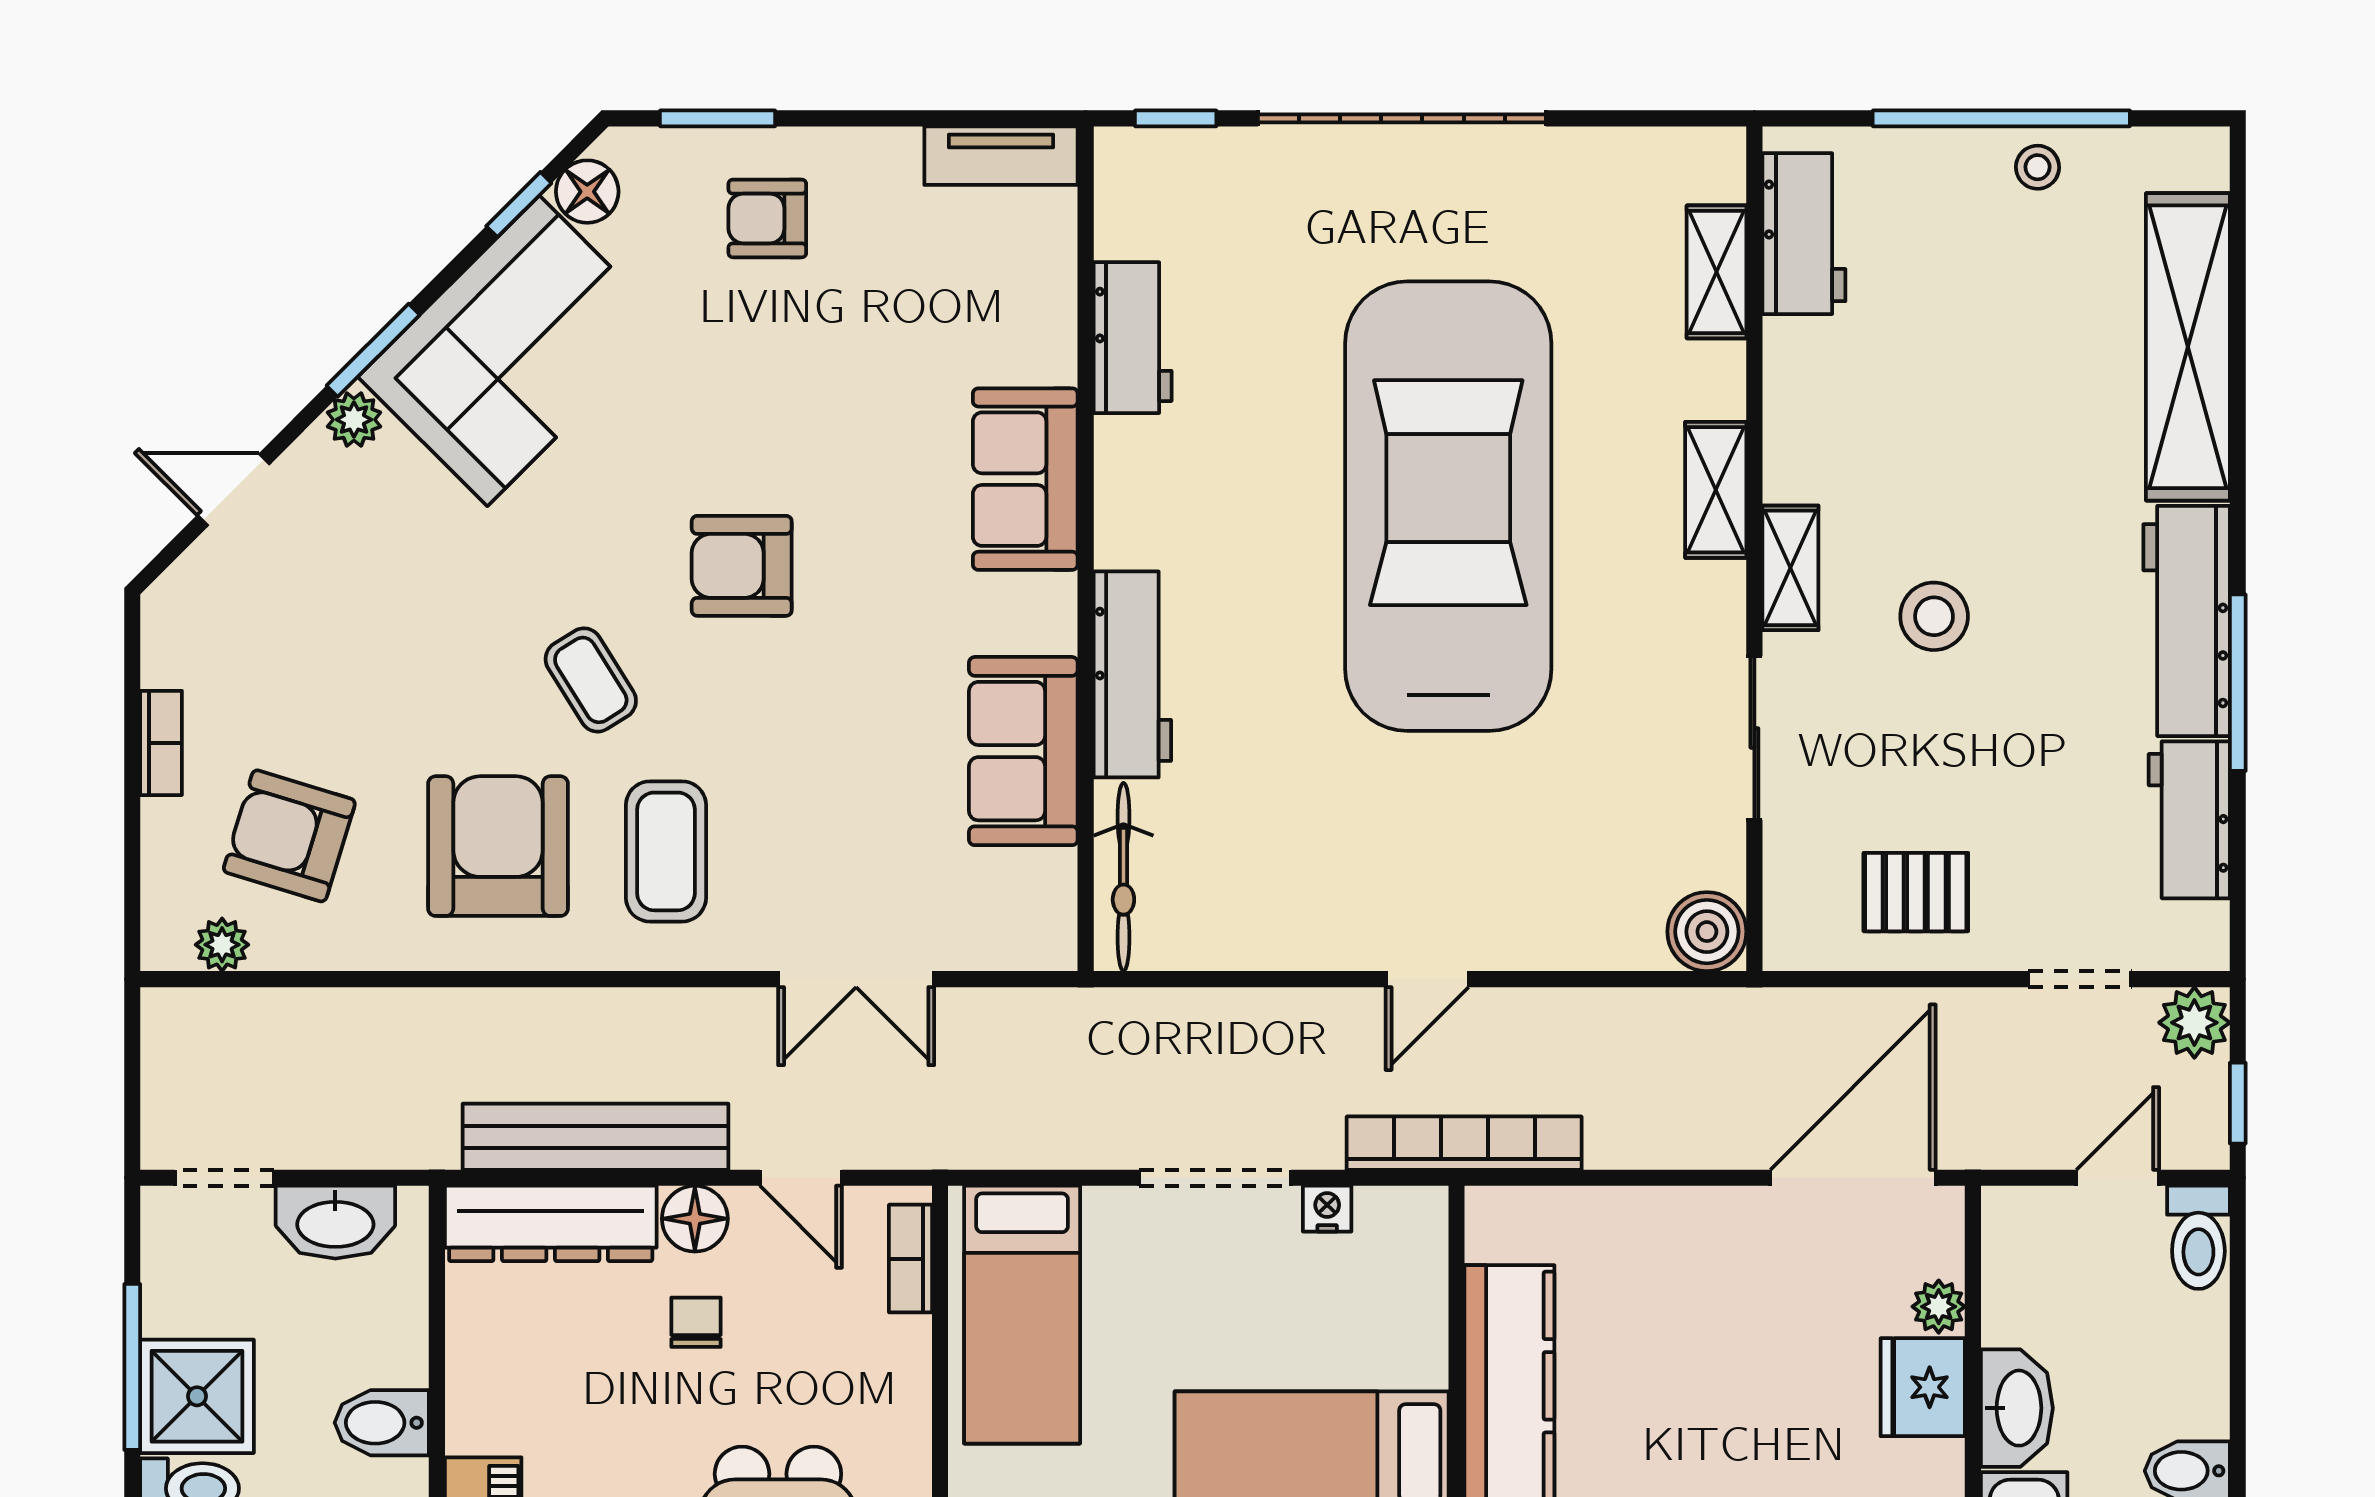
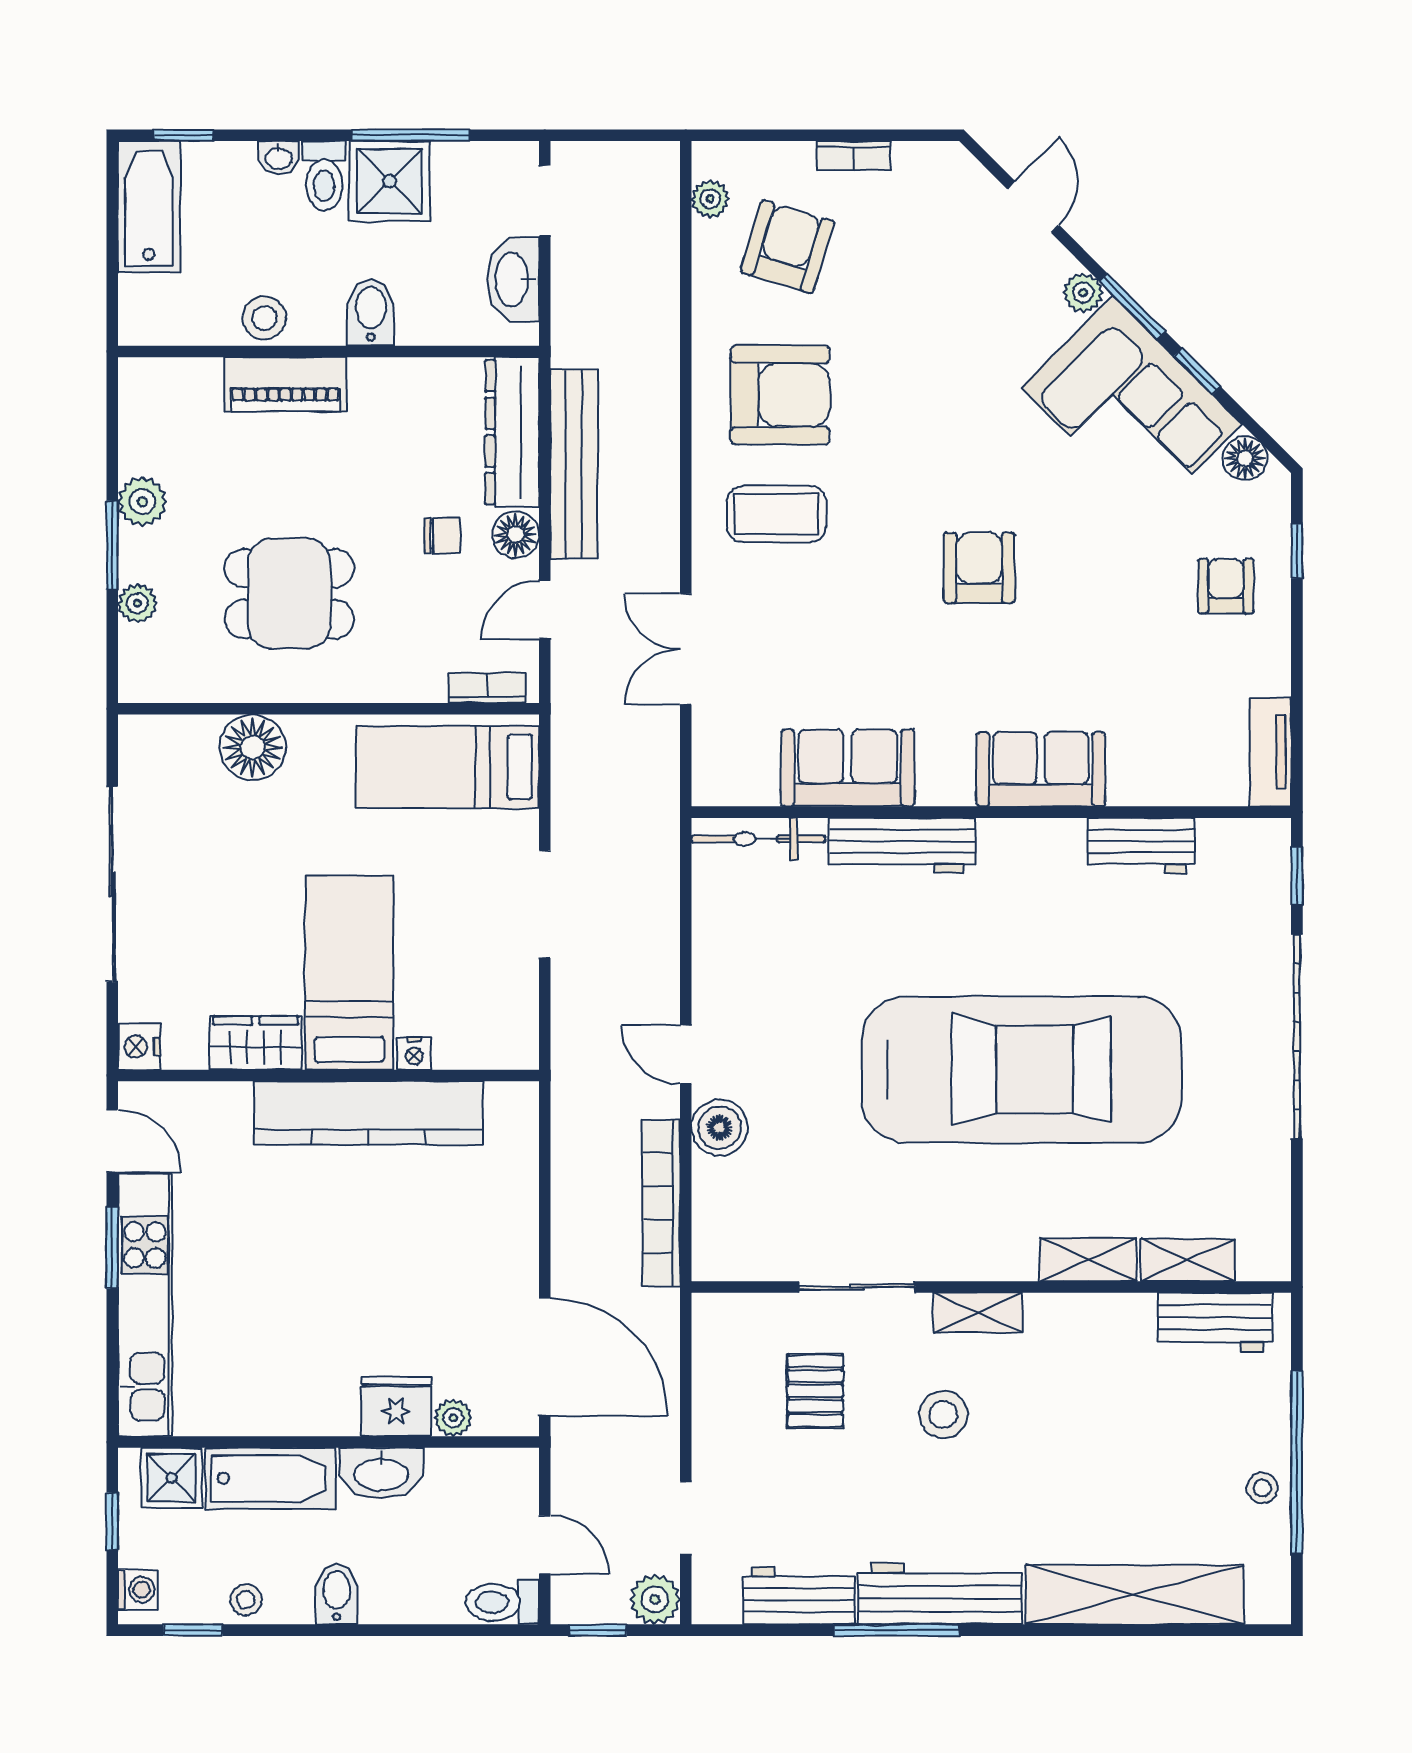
window: (718, 118) -> (1297, 551), width x0.67
window: (519, 205) -> (1197, 371), moved
shelving: (1716, 490) -> (1089, 1260), moved
coffee table: (591, 680) -> (898, 461), removed
pallet: (1916, 892) -> (815, 1391), moved
boiler: (1707, 932) -> (719, 1128), moved
bookcase: (1464, 1143) -> (661, 1203), moved, turned 180
nightstand: (1327, 1209) -> (414, 1053), moved, turned 90

